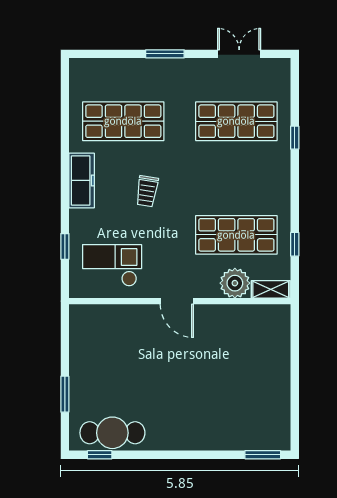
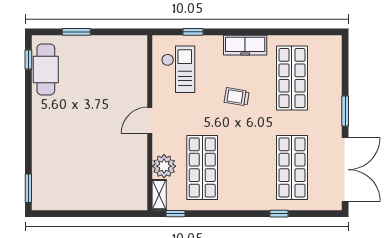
double door: (239, 54) -> (345, 170), width x1.87
window: (295, 244) -> (176, 214), moved

